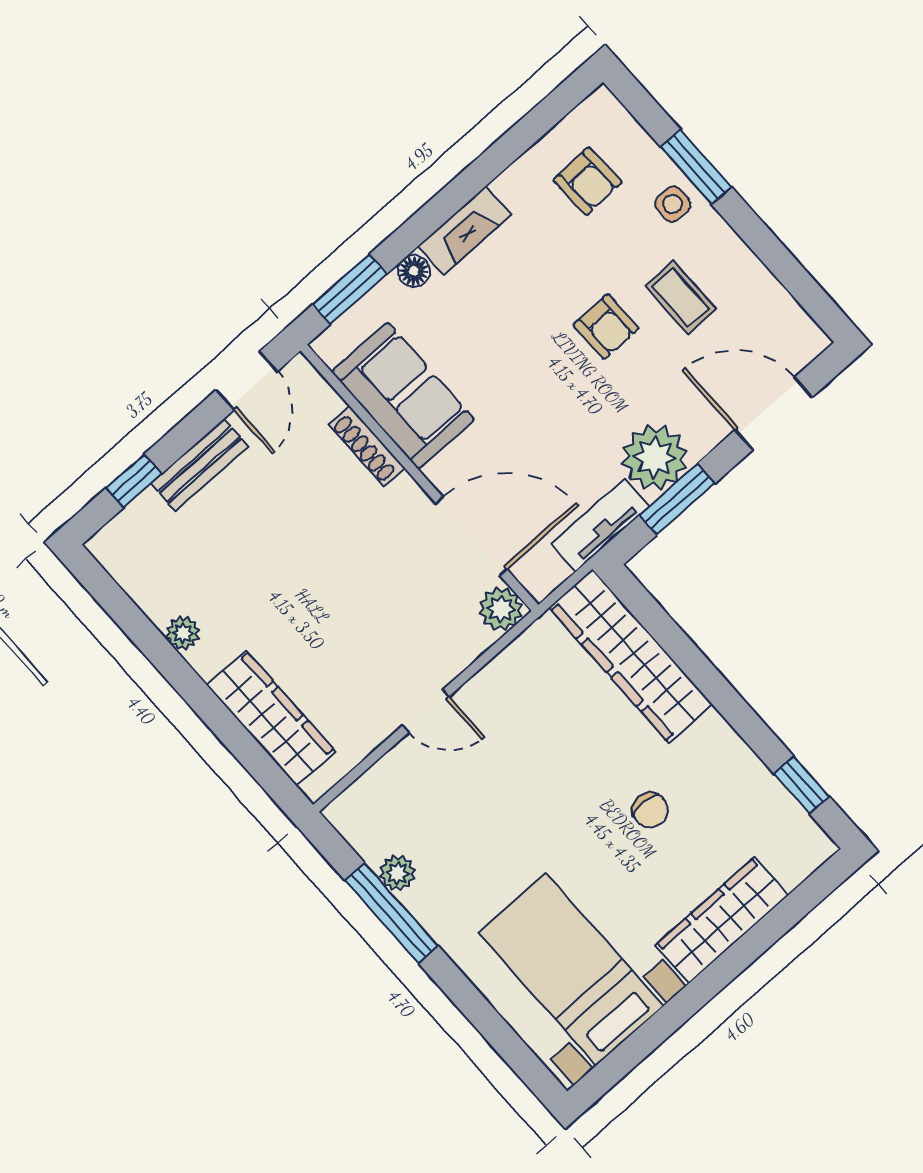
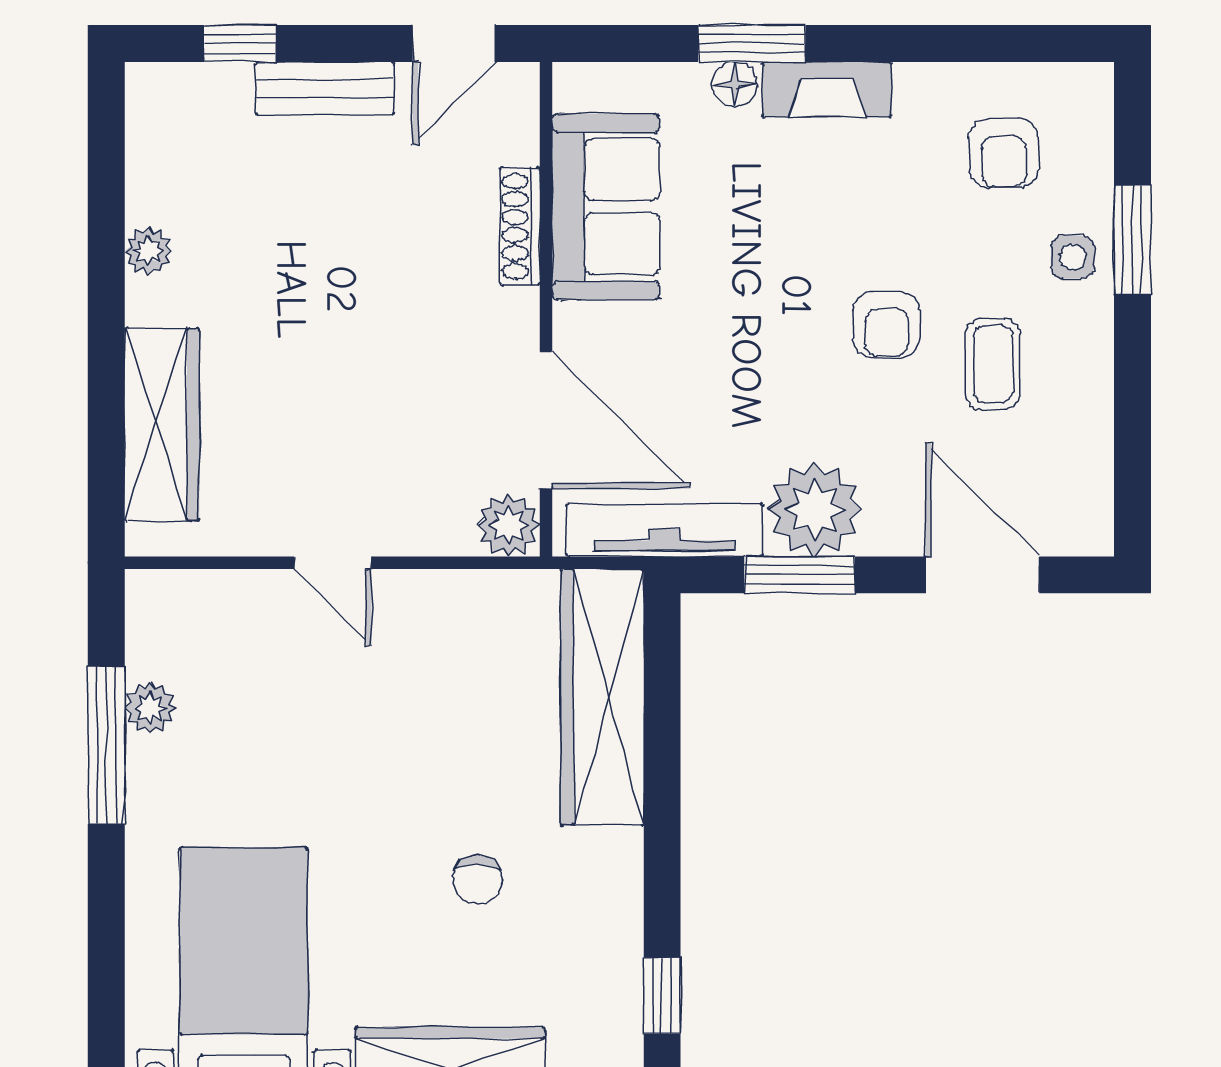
window: (350, 289) -> (752, 43), moved
tv unit: (600, 525) -> (665, 530), width x1.41

